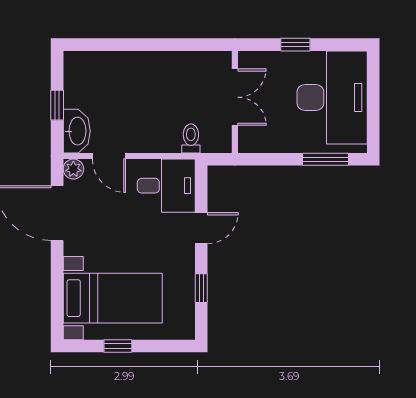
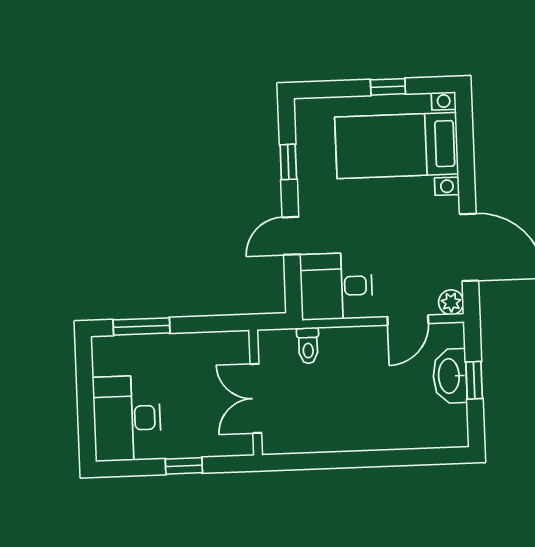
desk: (332, 97) -> (127, 418), width x0.73, depth x0.77
washbasin: (77, 131) -> (450, 376), moved
door: (109, 156) -> (408, 320), swing flipped

